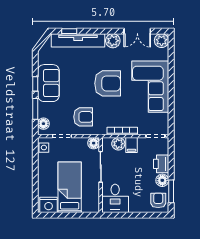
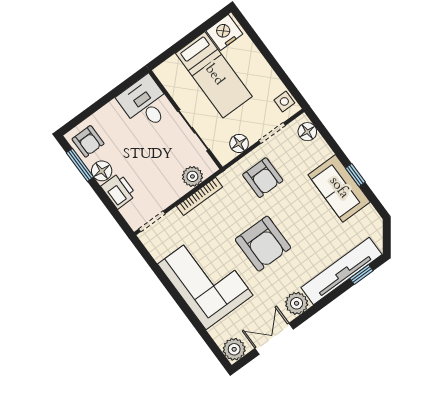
armchair: (108, 83) -> (263, 244), turned -90
window: (35, 109) -> (332, 143), removed
armchair: (83, 117) -> (263, 178), turned -90
floor lamp: (94, 143) -> (239, 143), moved
filing cabinet: (131, 145) -> (174, 187), removed

